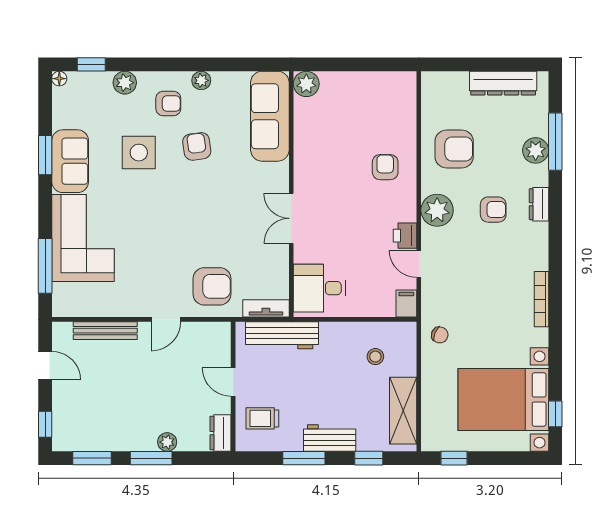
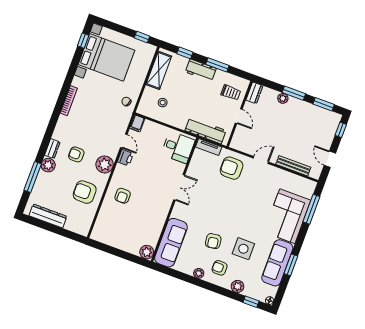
plant: (536, 150) -> (48, 165), moved
sofa: (70, 161) -> (277, 263), width x1.36

